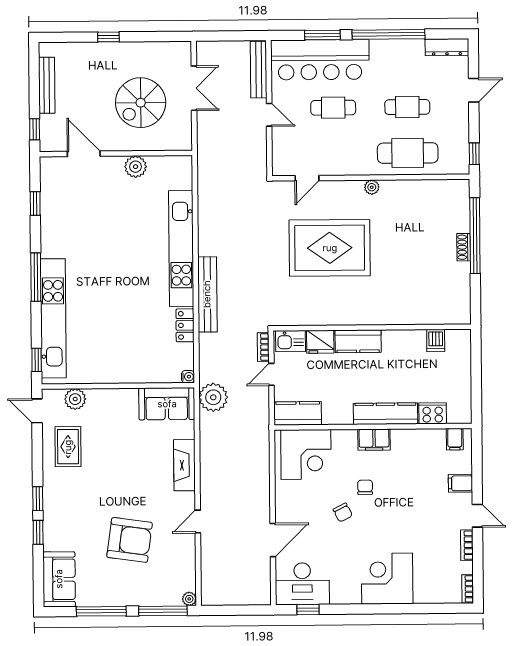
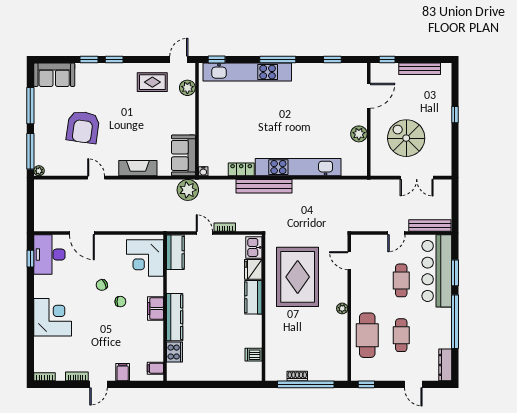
wall: (372, 327) -> (263, 308), moved
dishwasher: (436, 340) -> (253, 355), moved
kitchen sink: (291, 341) -> (254, 247), moved
kitchen counter: (358, 341) -> (253, 297), moved
fridge: (320, 342) -> (253, 269), moved

